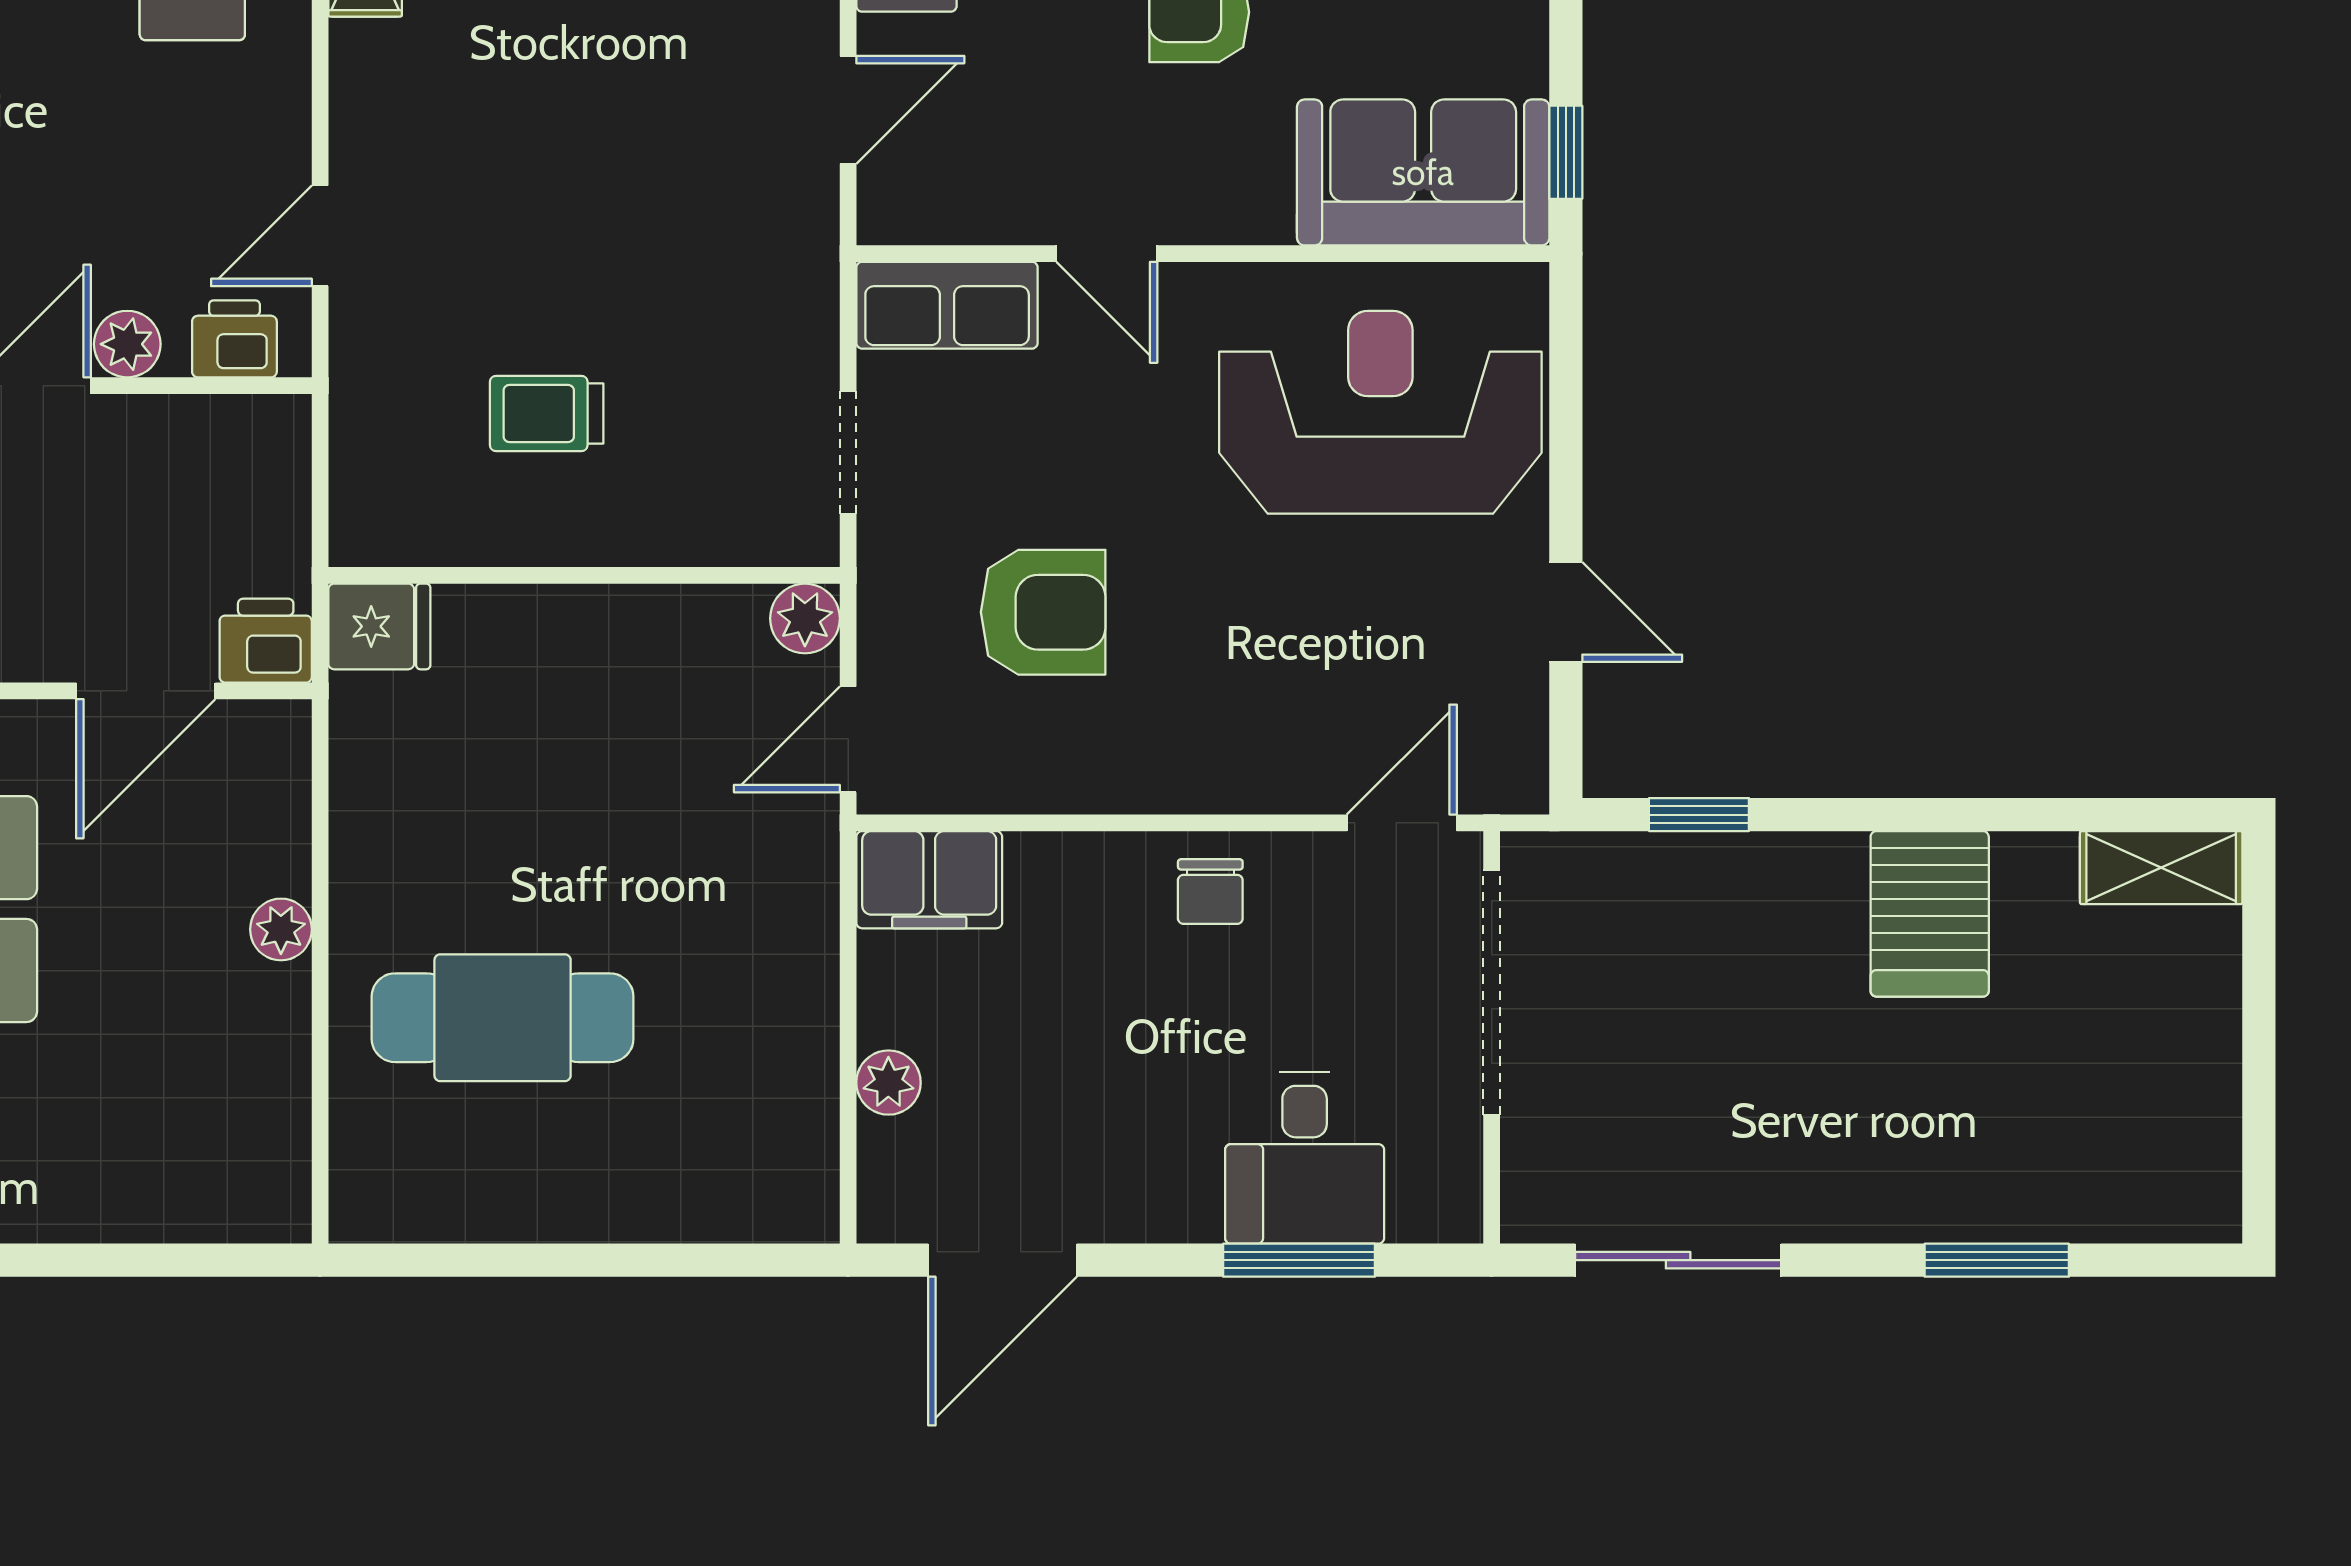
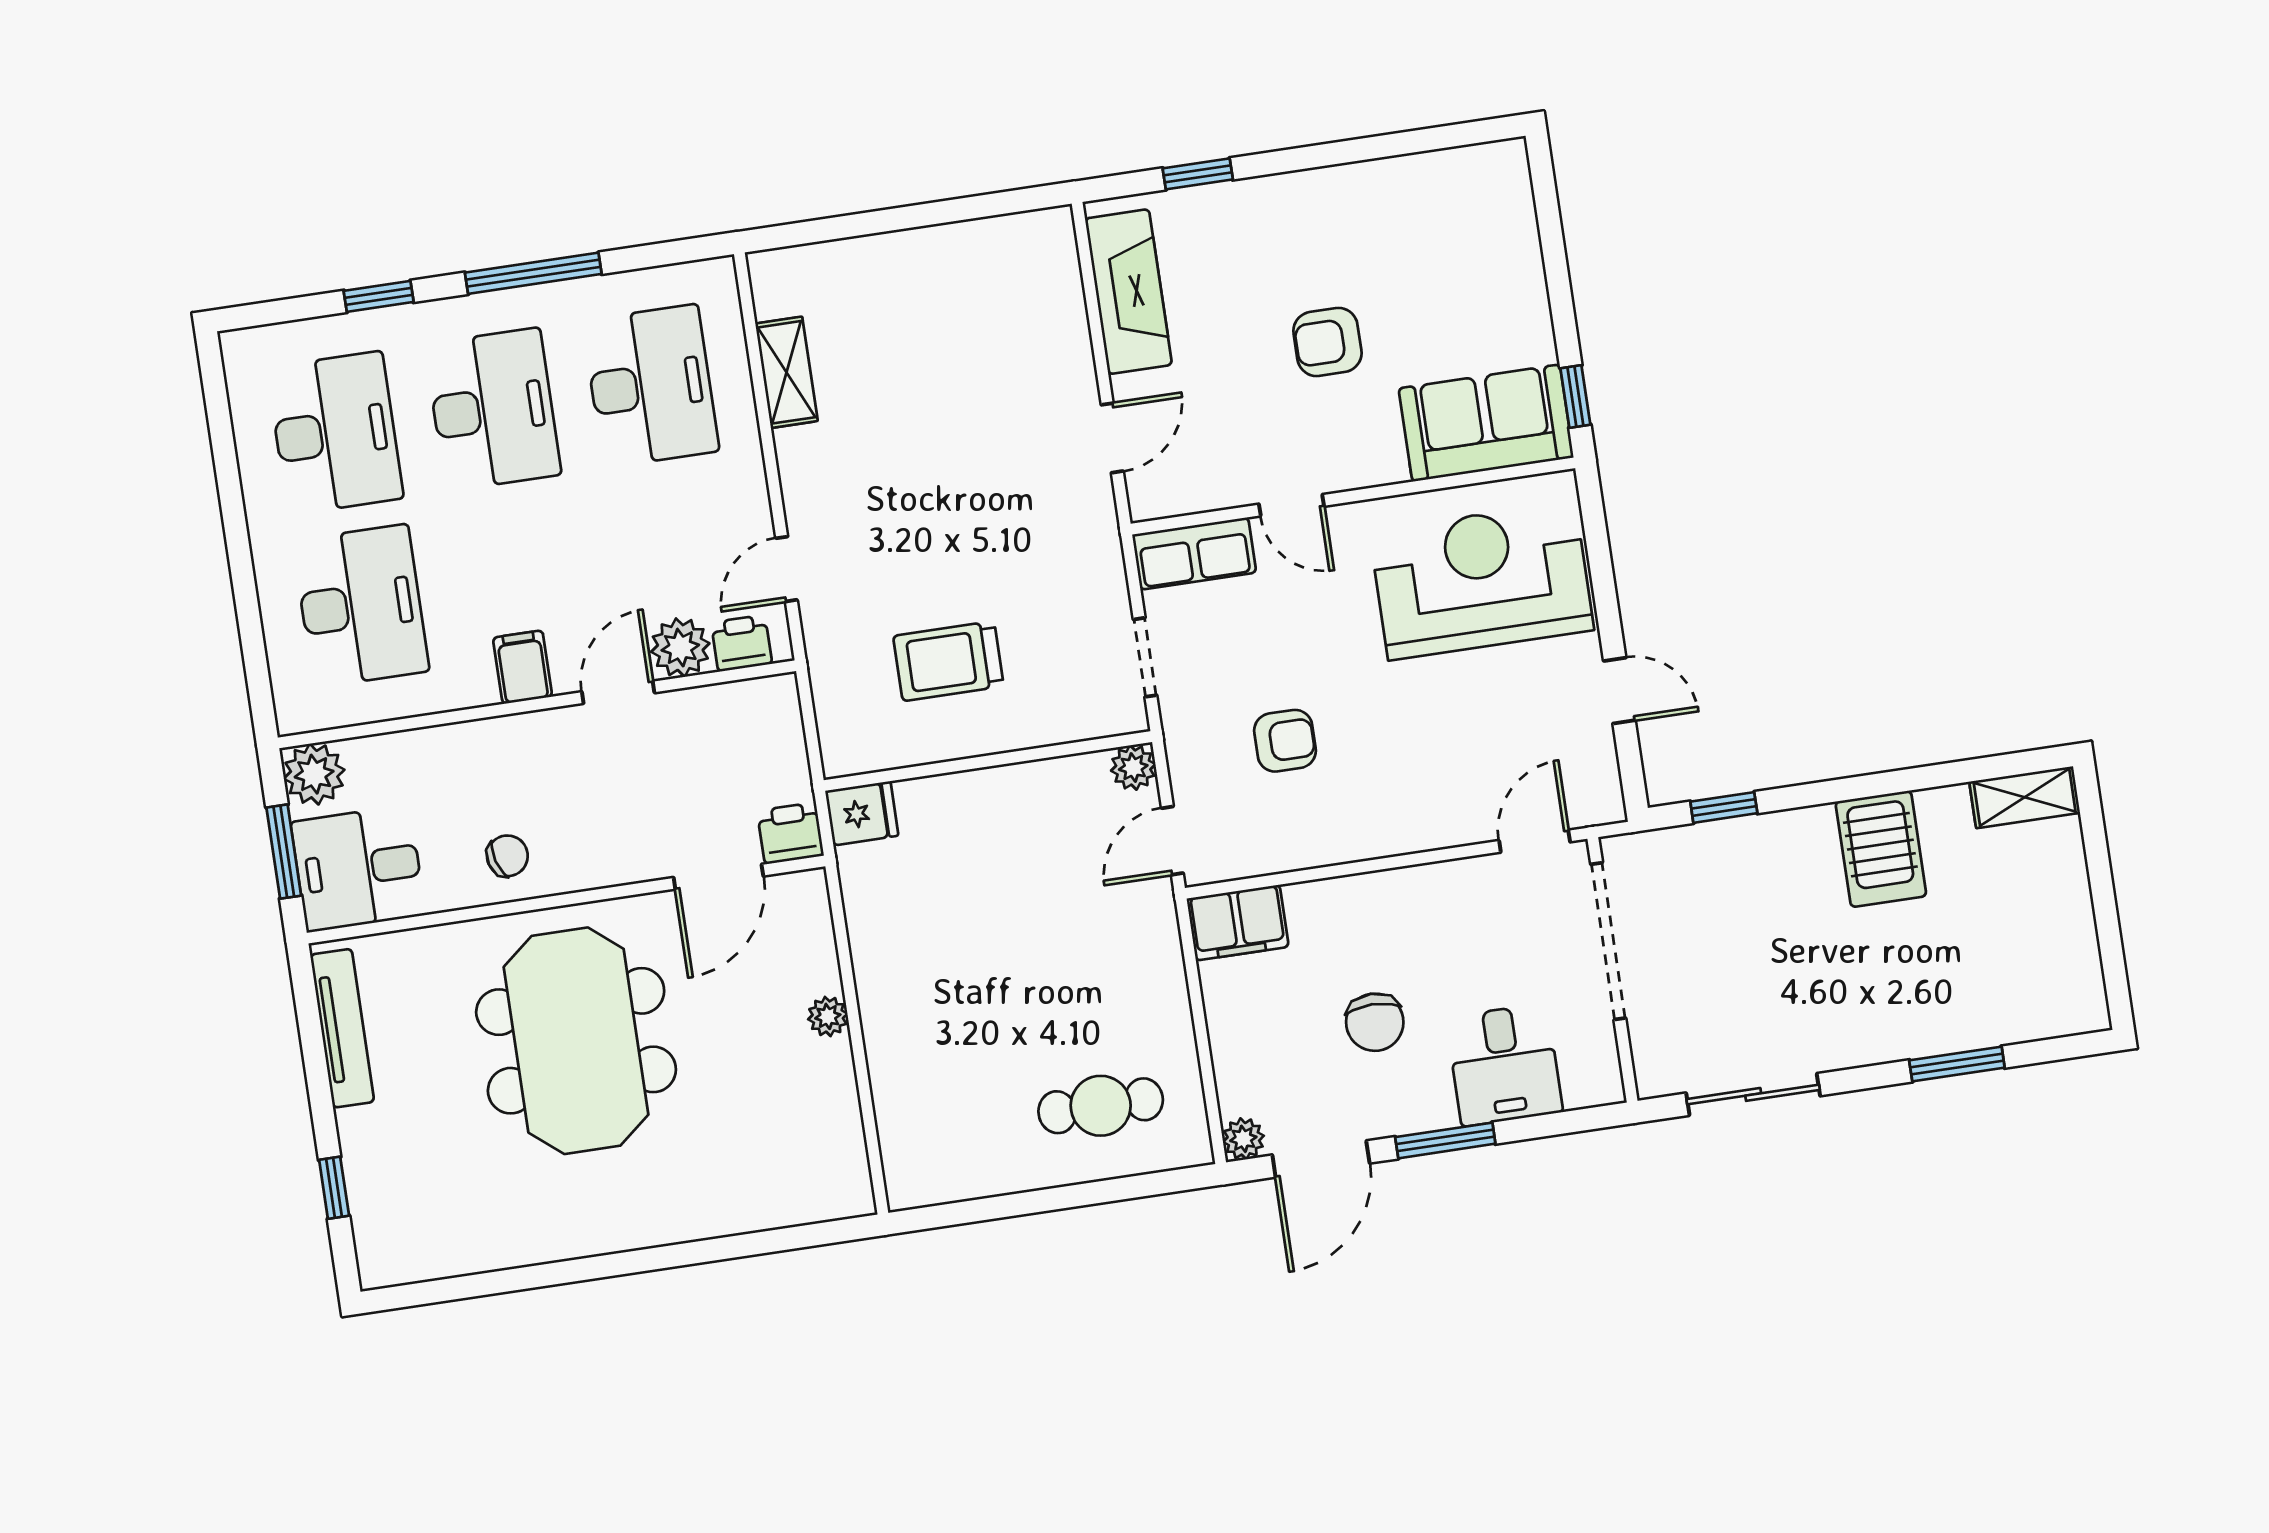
plant: (127, 344) -> (680, 648), width x1.38, depth x1.38
trolley: (547, 413) -> (948, 661), width x1.36, depth x1.39
armchair: (1043, 612) -> (1285, 741), width x0.72, depth x0.72
chair: (1210, 892) -> (1375, 1022), moved, width x1.37, depth x1.37
cafe table: (503, 1018) -> (1101, 1106), moved, width x0.73, depth x0.74
plant: (888, 1083) -> (1243, 1139), moved
window: (1299, 1260) -> (1445, 1140), moved

